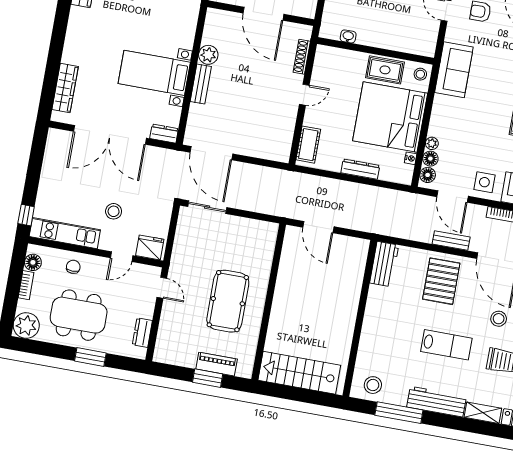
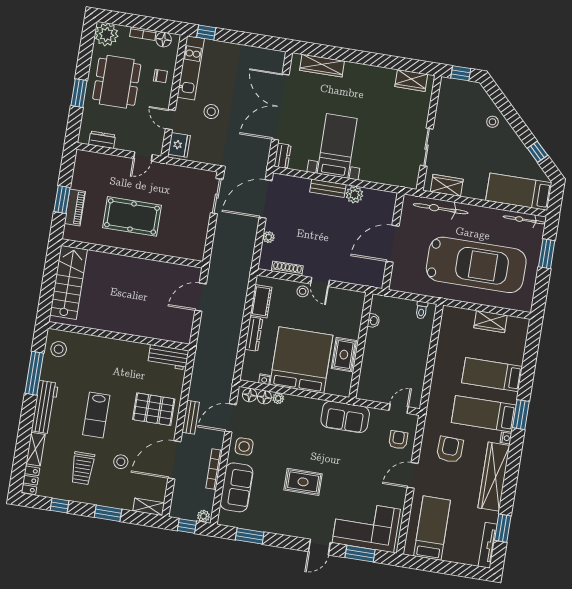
shoe rack: (302, 57) -> (287, 268), moved
stool: (420, 74) -> (303, 291), moved
cot: (308, 145) -> (261, 301), moved, turned 90
plant: (254, 151) -> (269, 237), added

